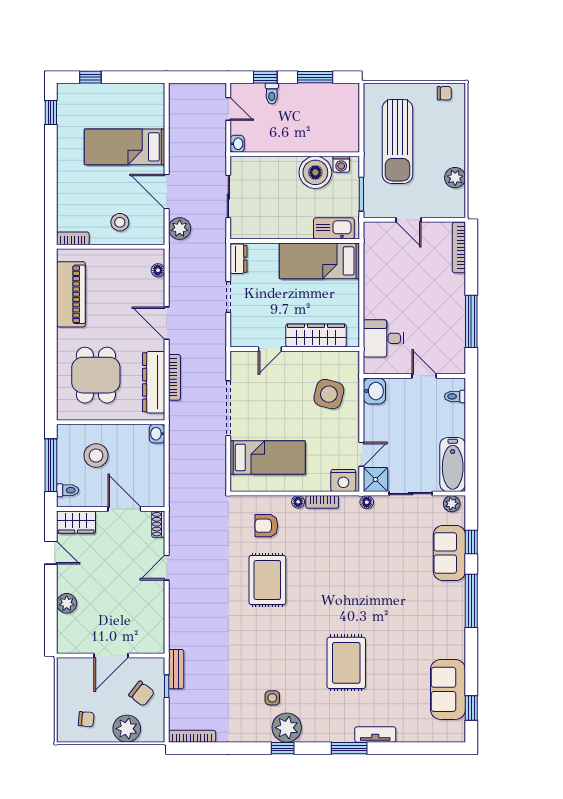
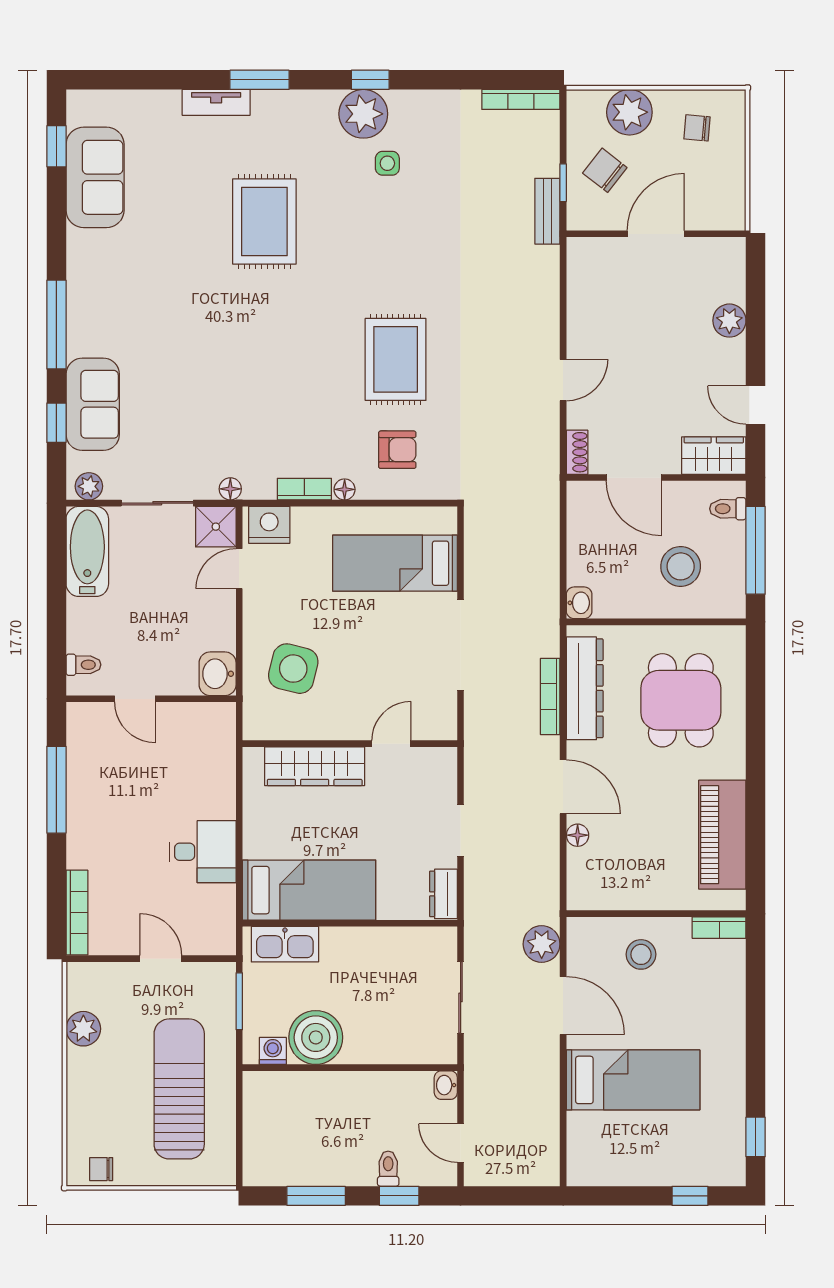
floor lamp: (158, 270) -> (578, 835), moved
desk: (383, 338) -> (203, 852), moved

